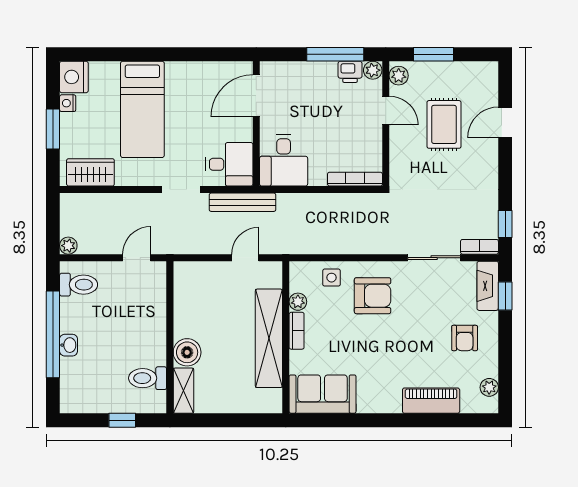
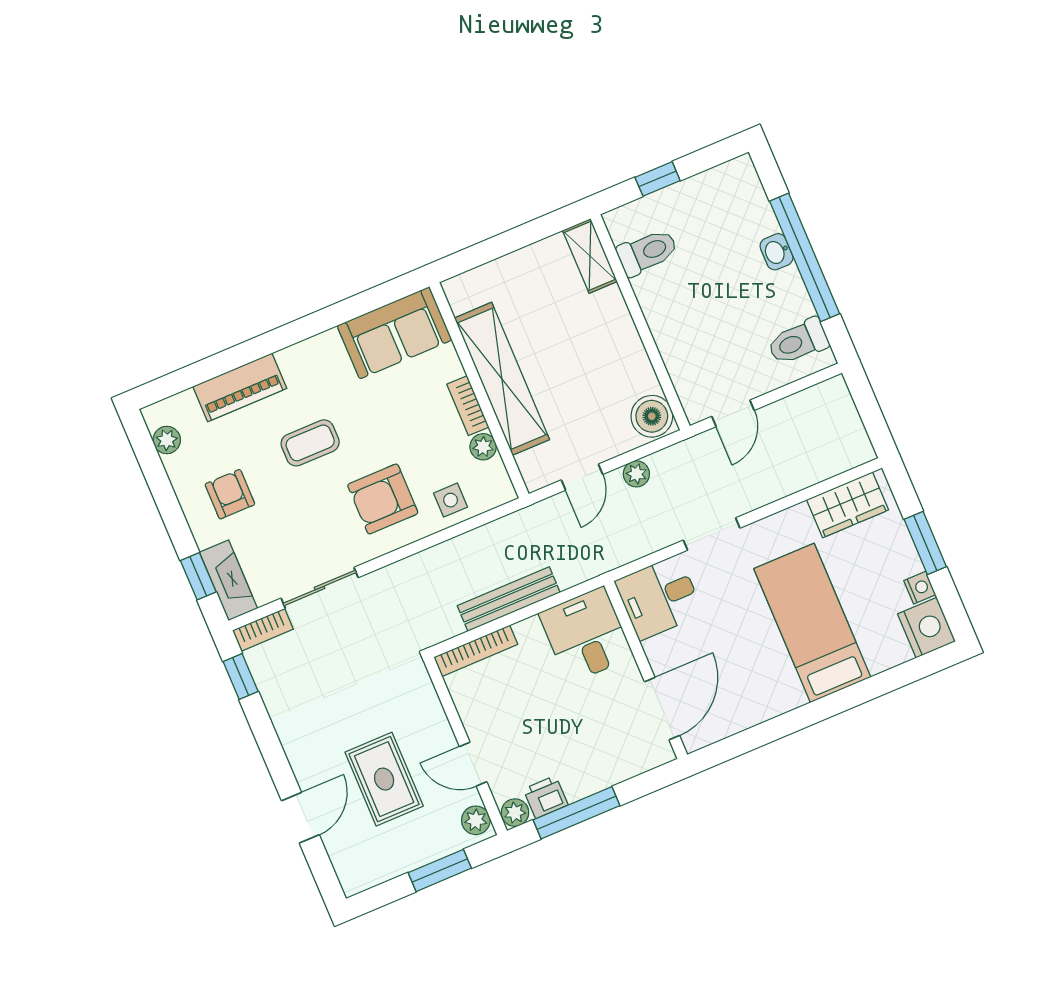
bench: (243, 202) -> (509, 599), moved
plant: (68, 246) -> (636, 474), moved
coffee table: (402, 349) -> (310, 443), added
boiler: (187, 352) -> (652, 416), moved

